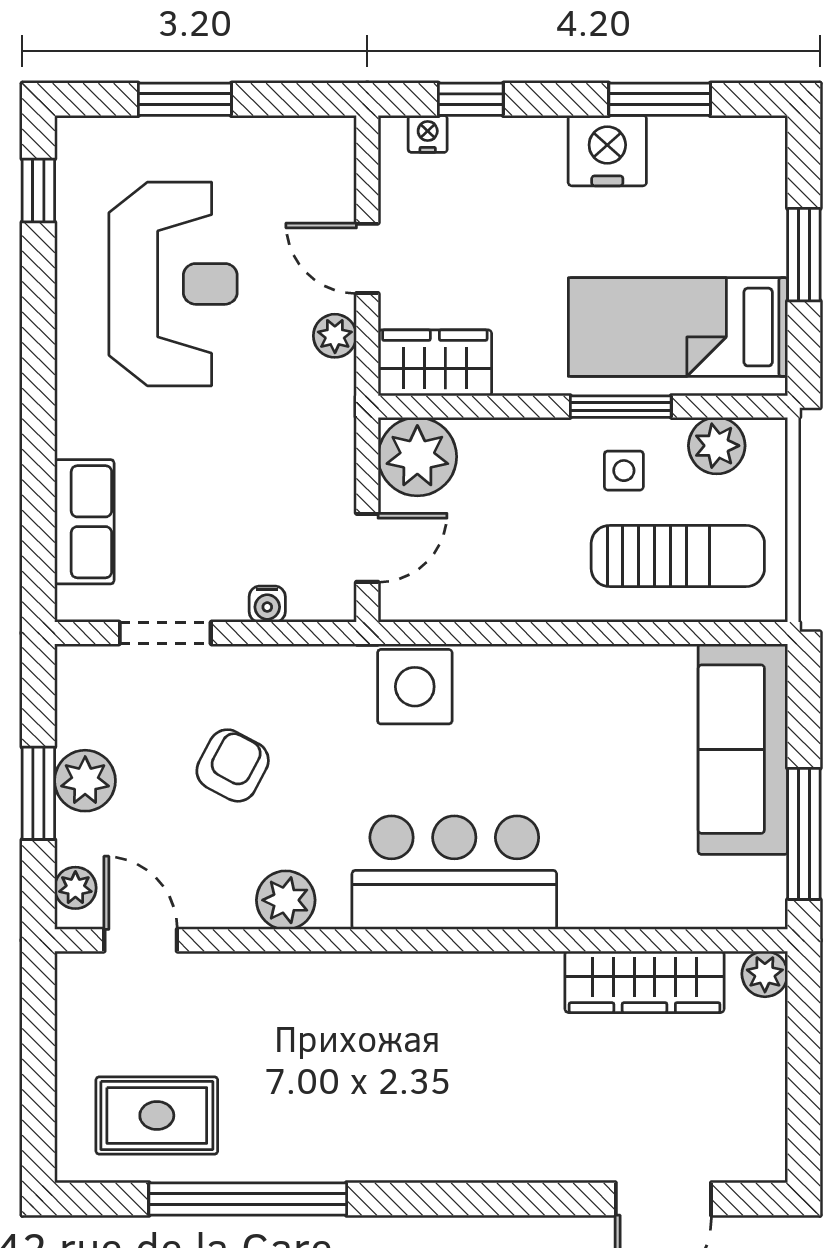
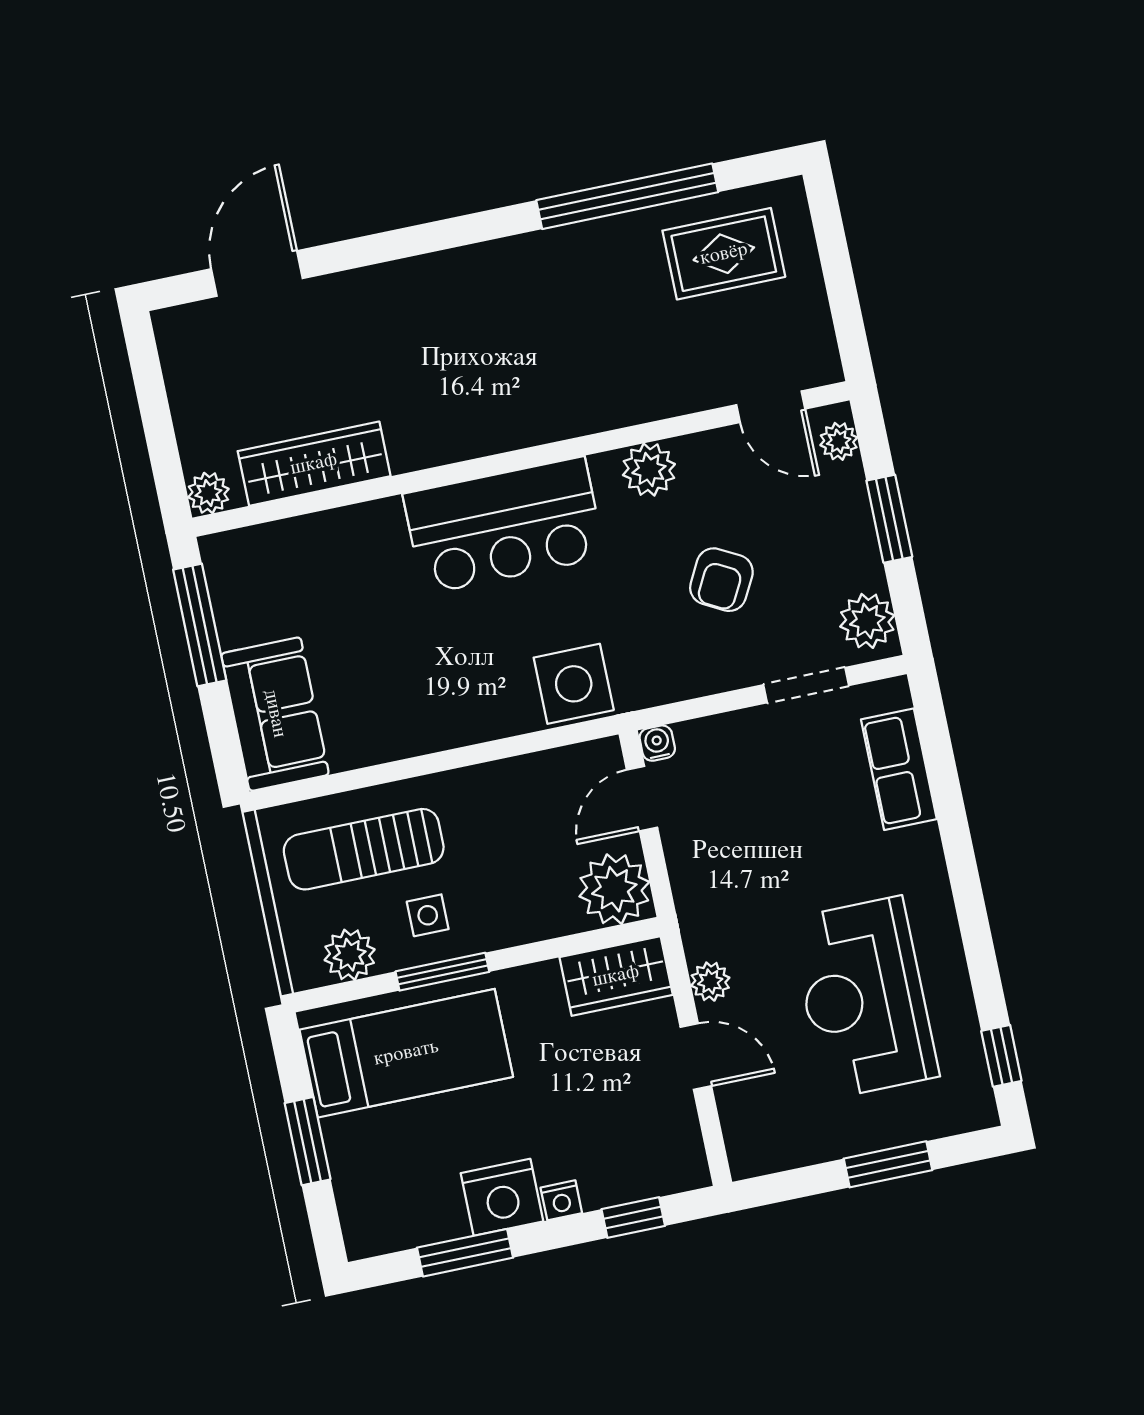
nightstand: (428, 134) -> (561, 1200), moved
water cooler: (267, 604) -> (657, 743), moved
sofa: (743, 749) -> (275, 714), width x0.73
plant: (85, 781) -> (867, 621), moved

